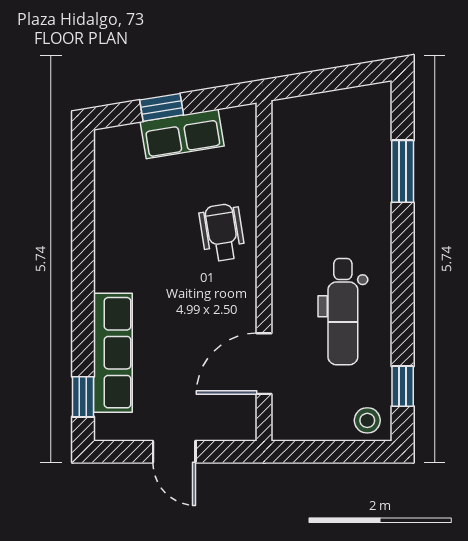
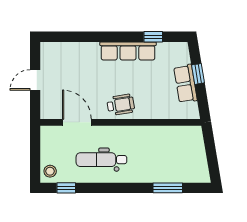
wheelchair: (222, 232) -> (121, 105), moved
row of seats: (113, 353) -> (128, 51), moved
window: (83, 397) -> (153, 37), moved

